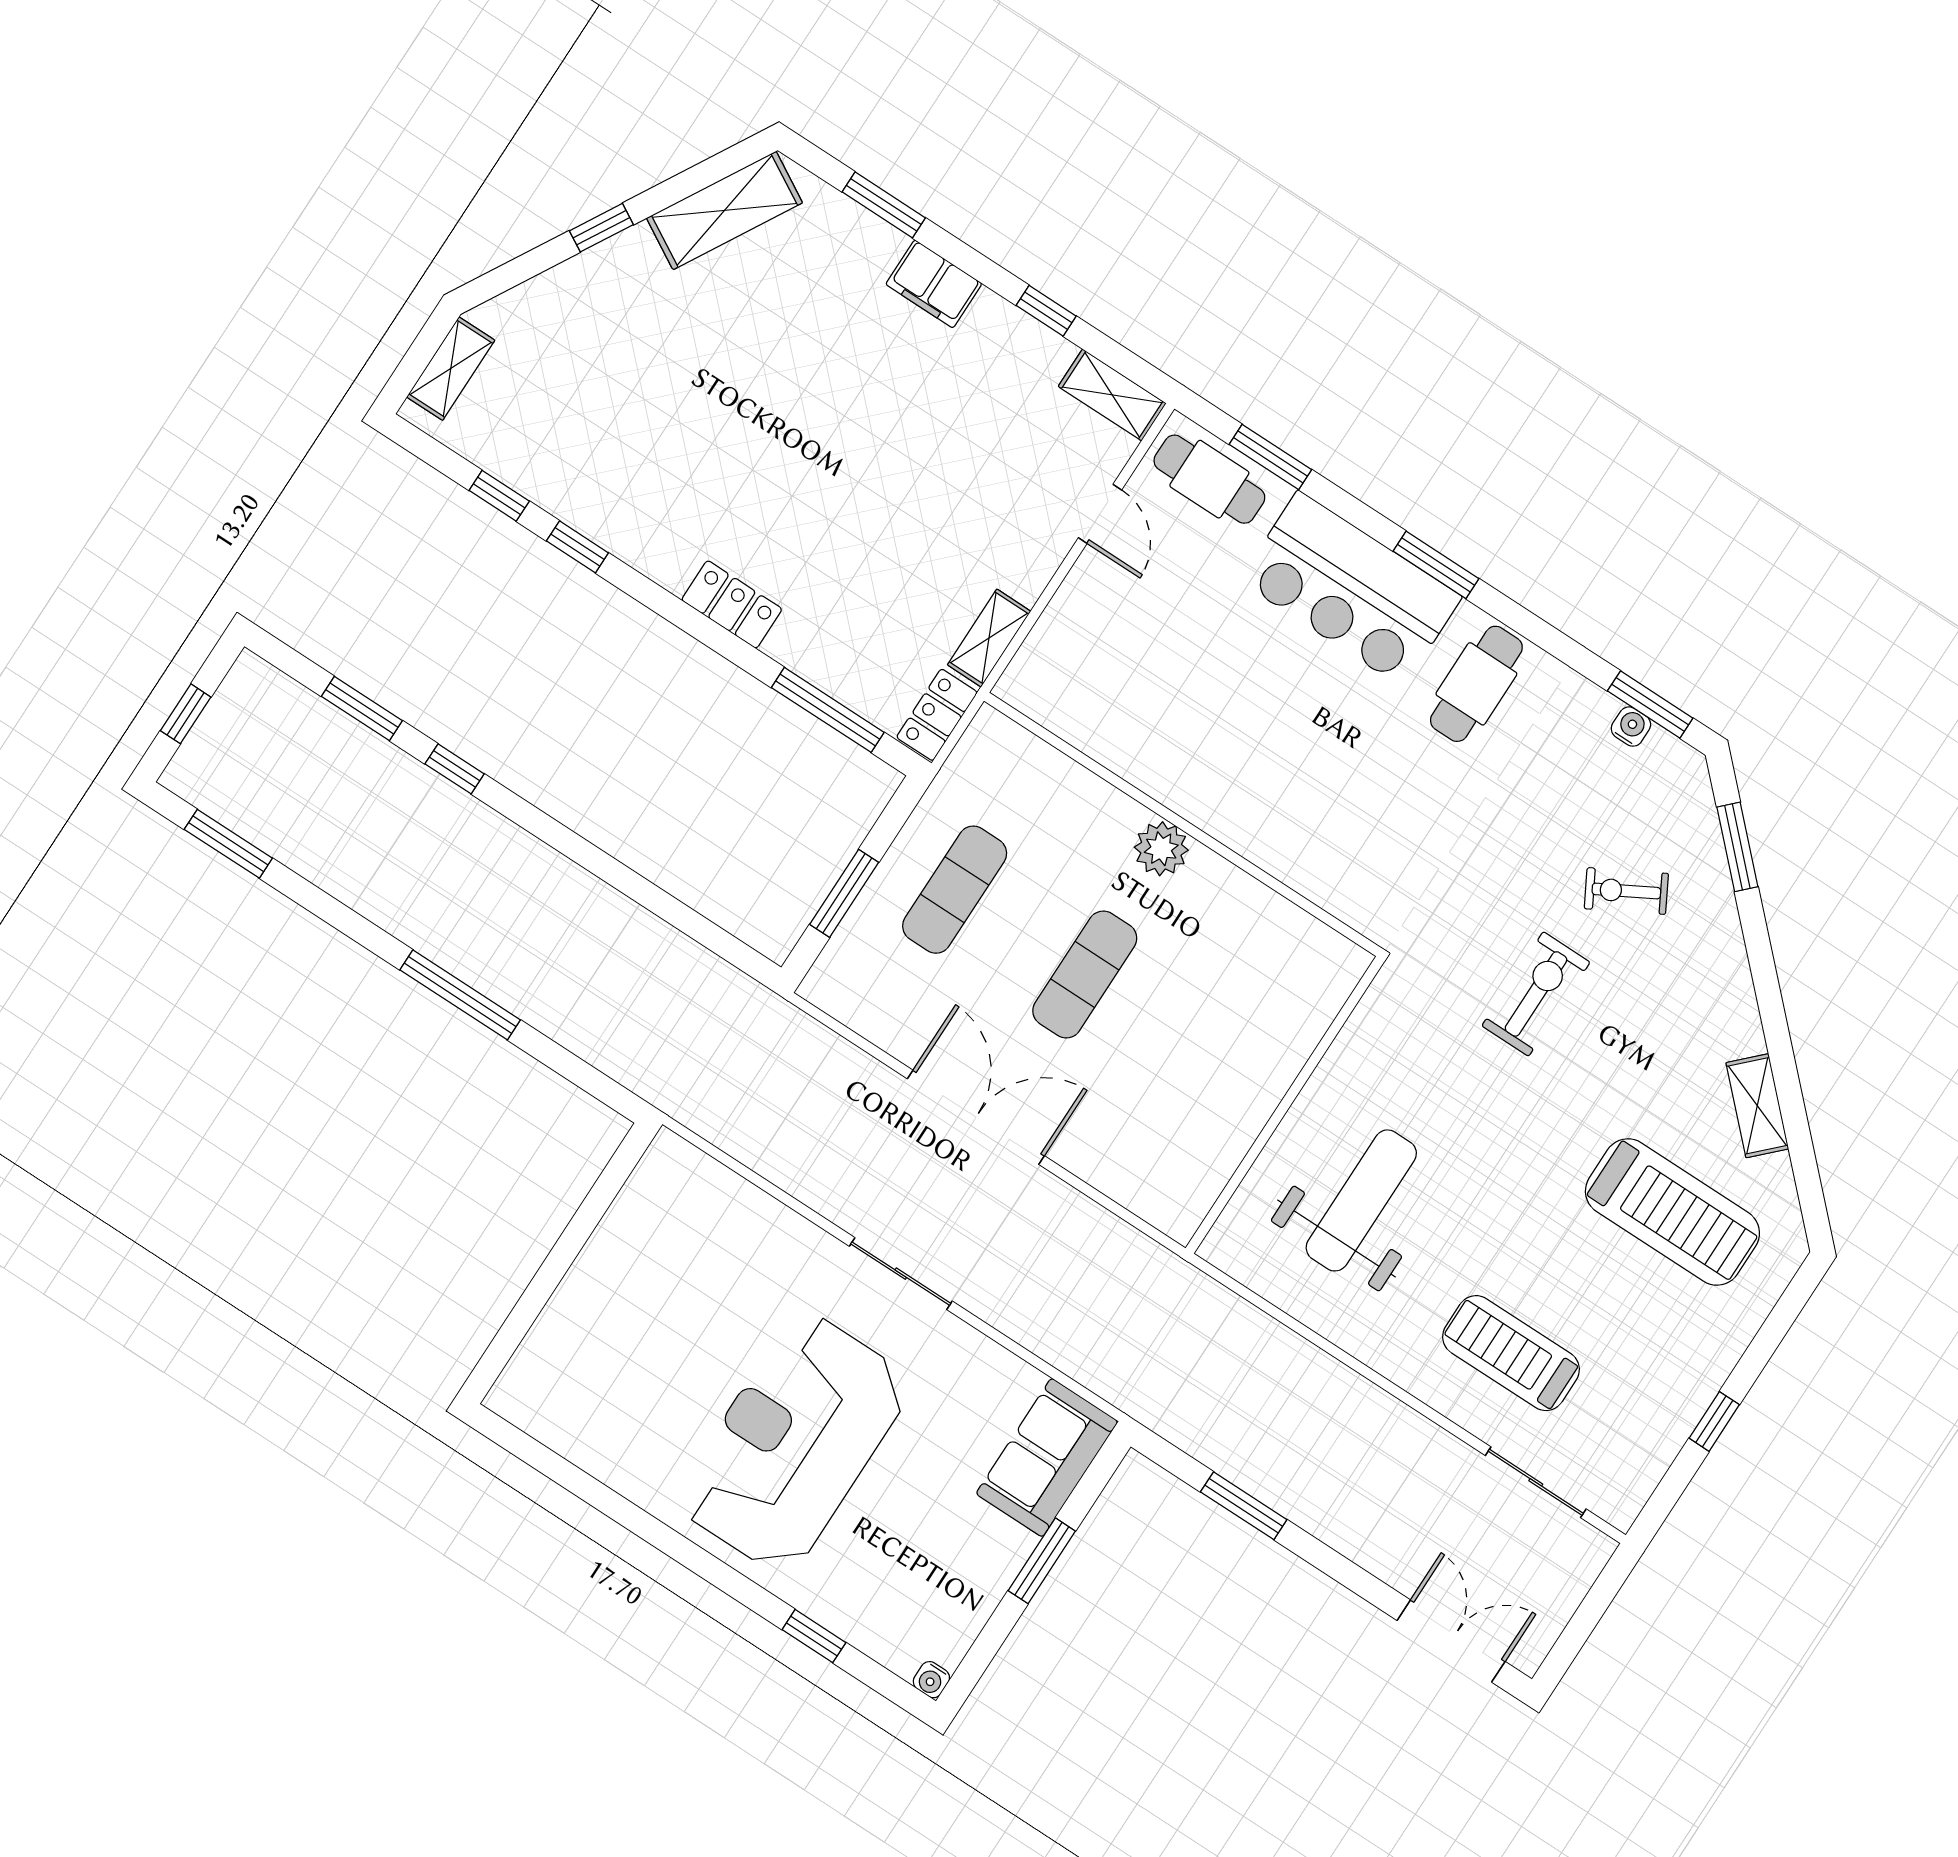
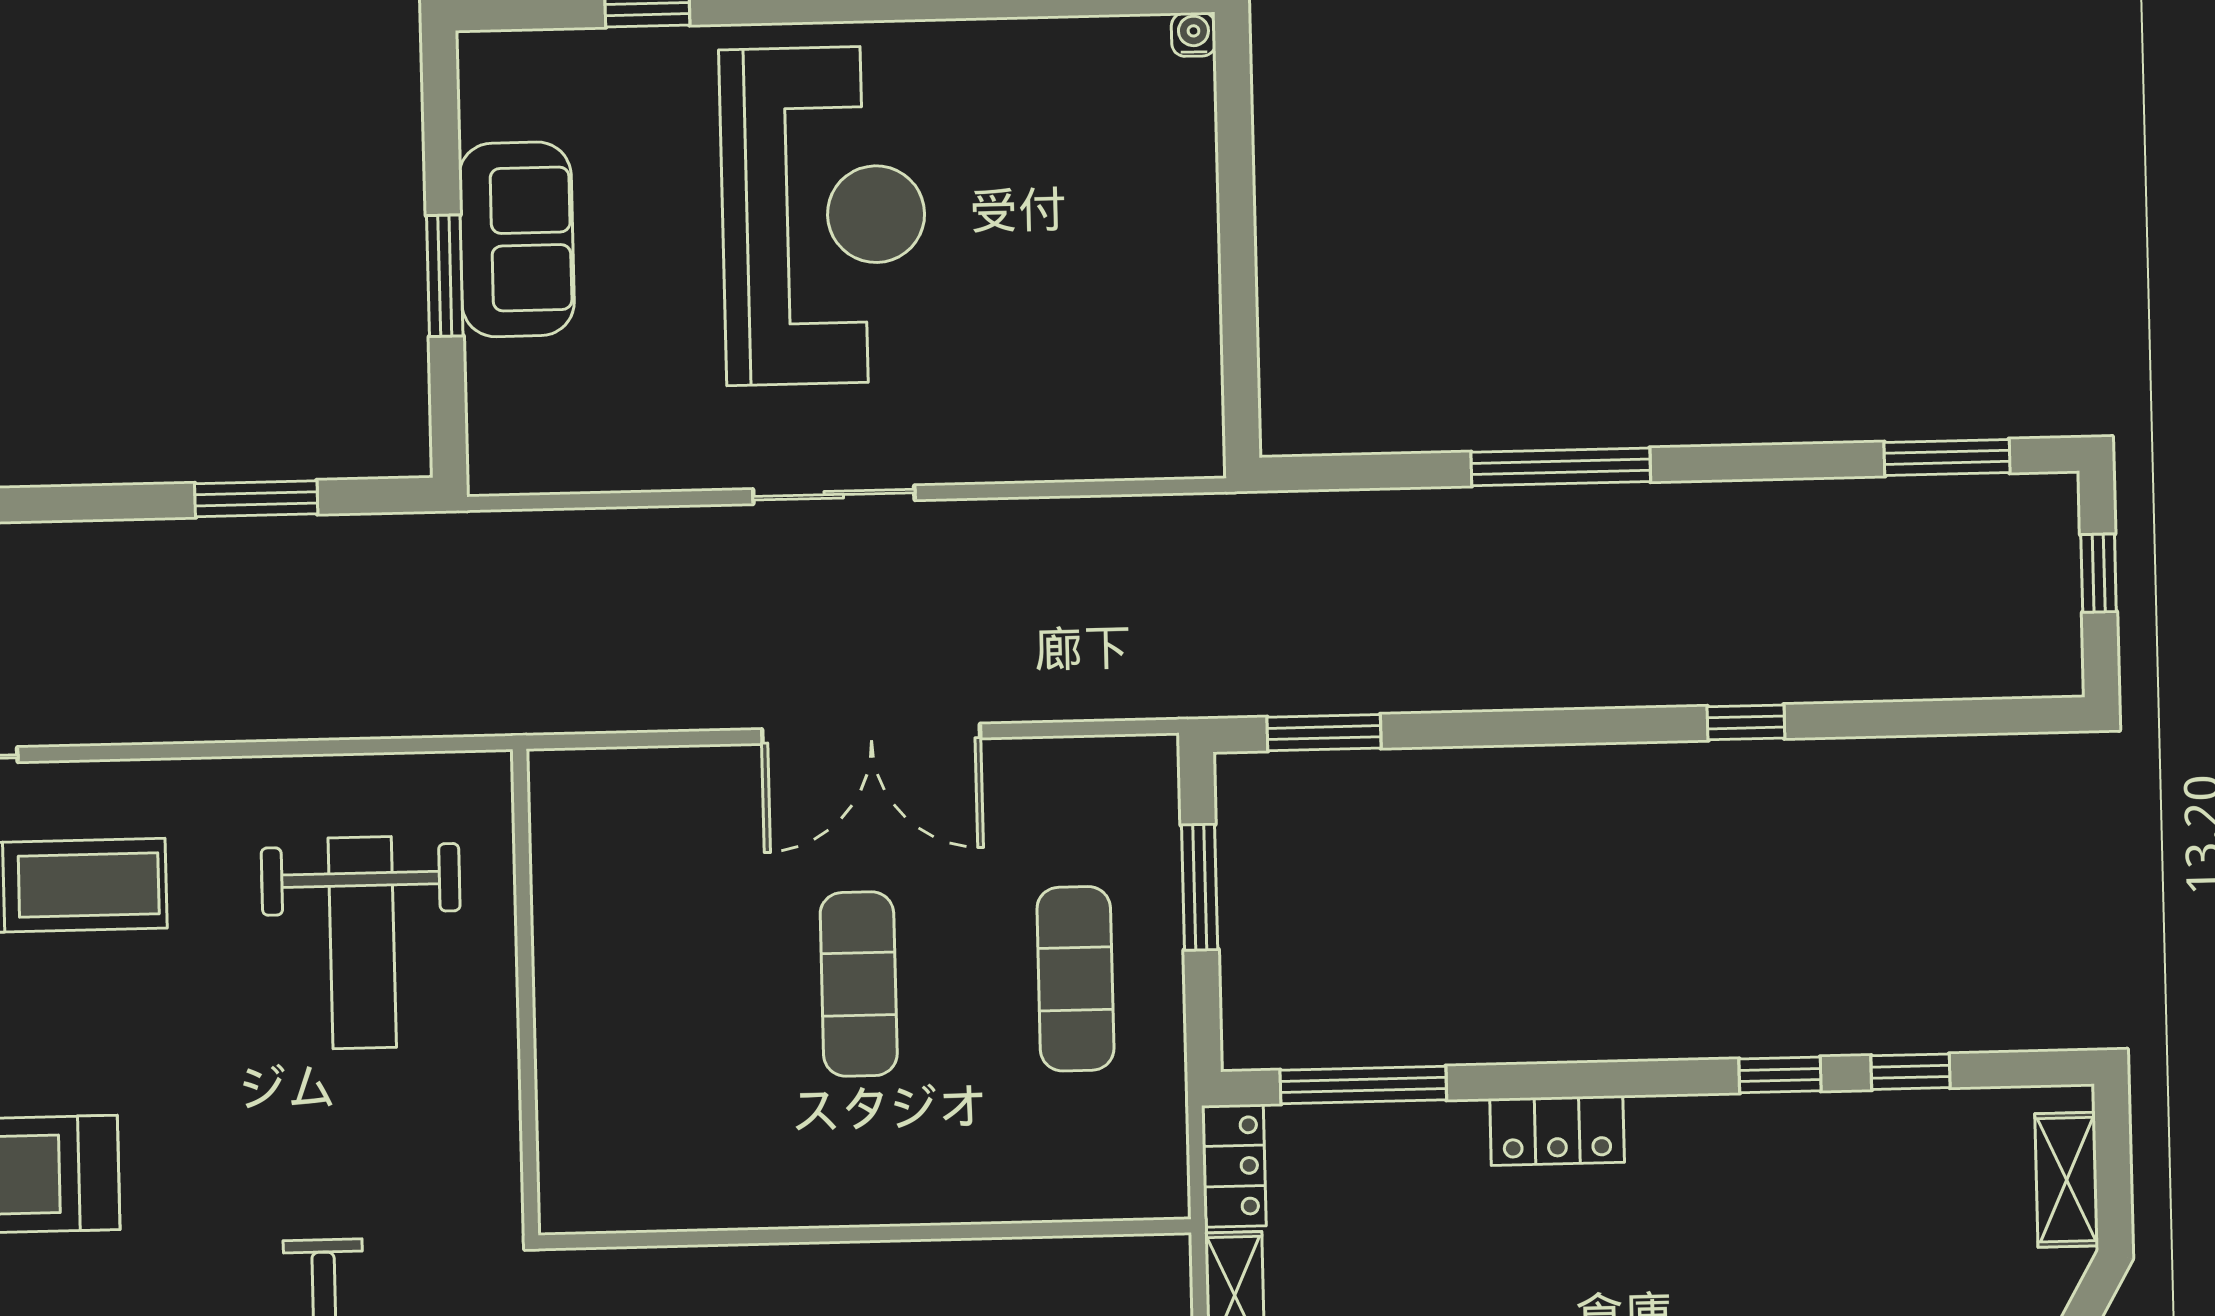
window: (362, 708) -> (1324, 733), moved
plant: (1161, 849) -> (870, 1189), removed
sofa: (1047, 1458) -> (517, 239), moved
water cooler: (931, 1680) -> (1194, 34), moved

